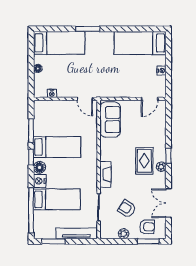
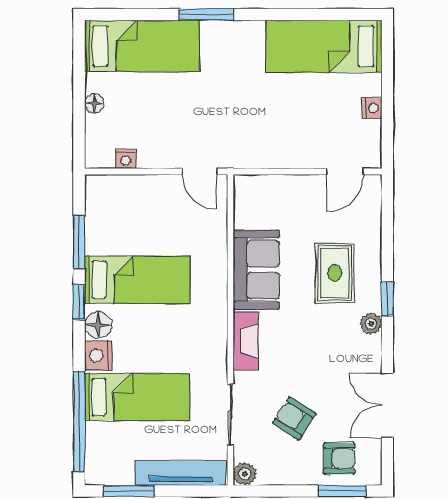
sofa: (110, 120) -> (256, 270), moved
rug: (144, 161) -> (335, 273), moved
plant: (124, 234) -> (245, 474), moved

